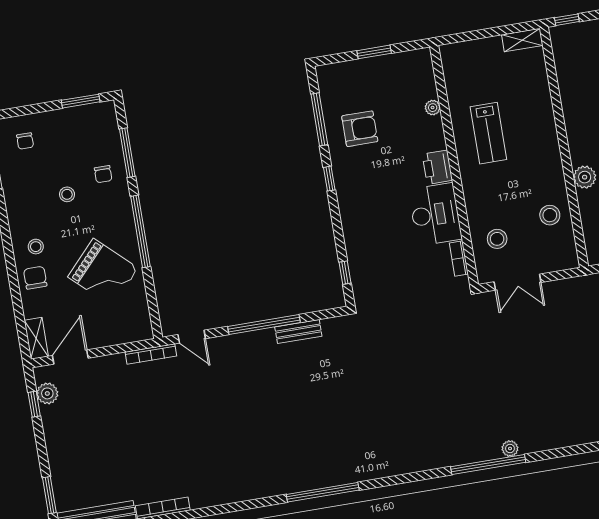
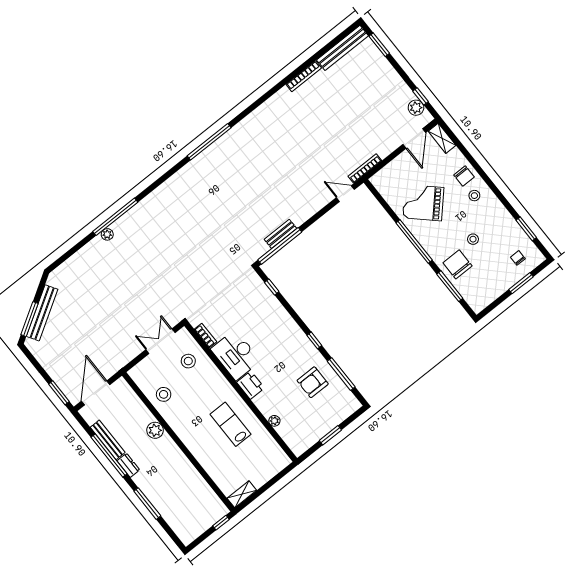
window: (81, 101) -> (521, 283), moved
chair: (103, 174) -> (457, 264), width x1.87, depth x1.87
window: (264, 325) -> (280, 246), moved

